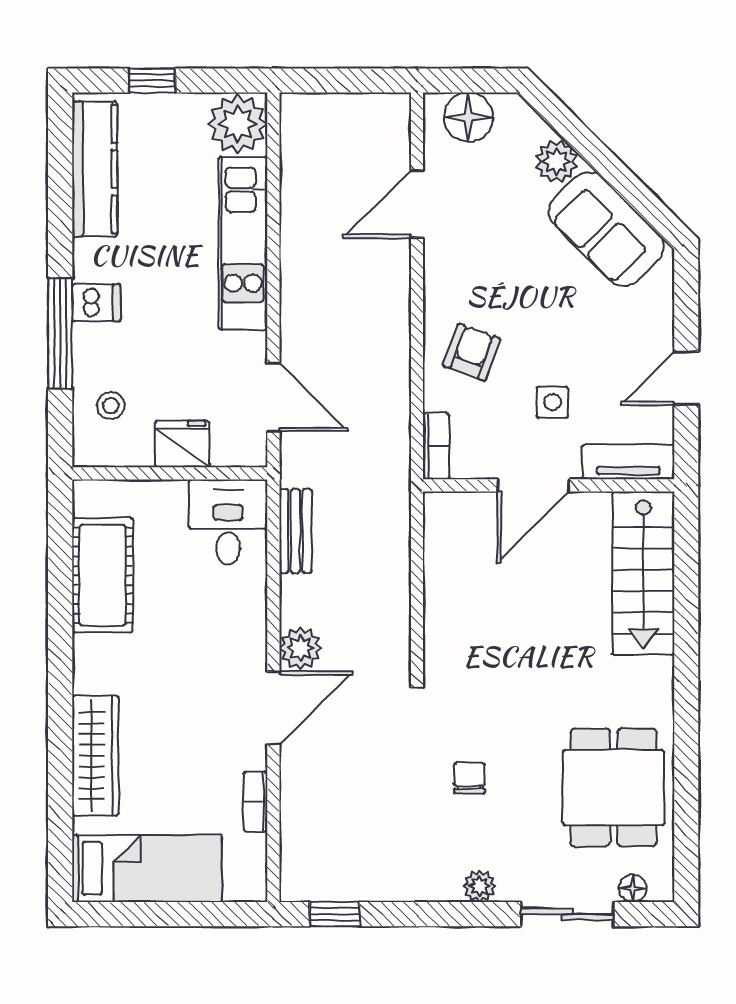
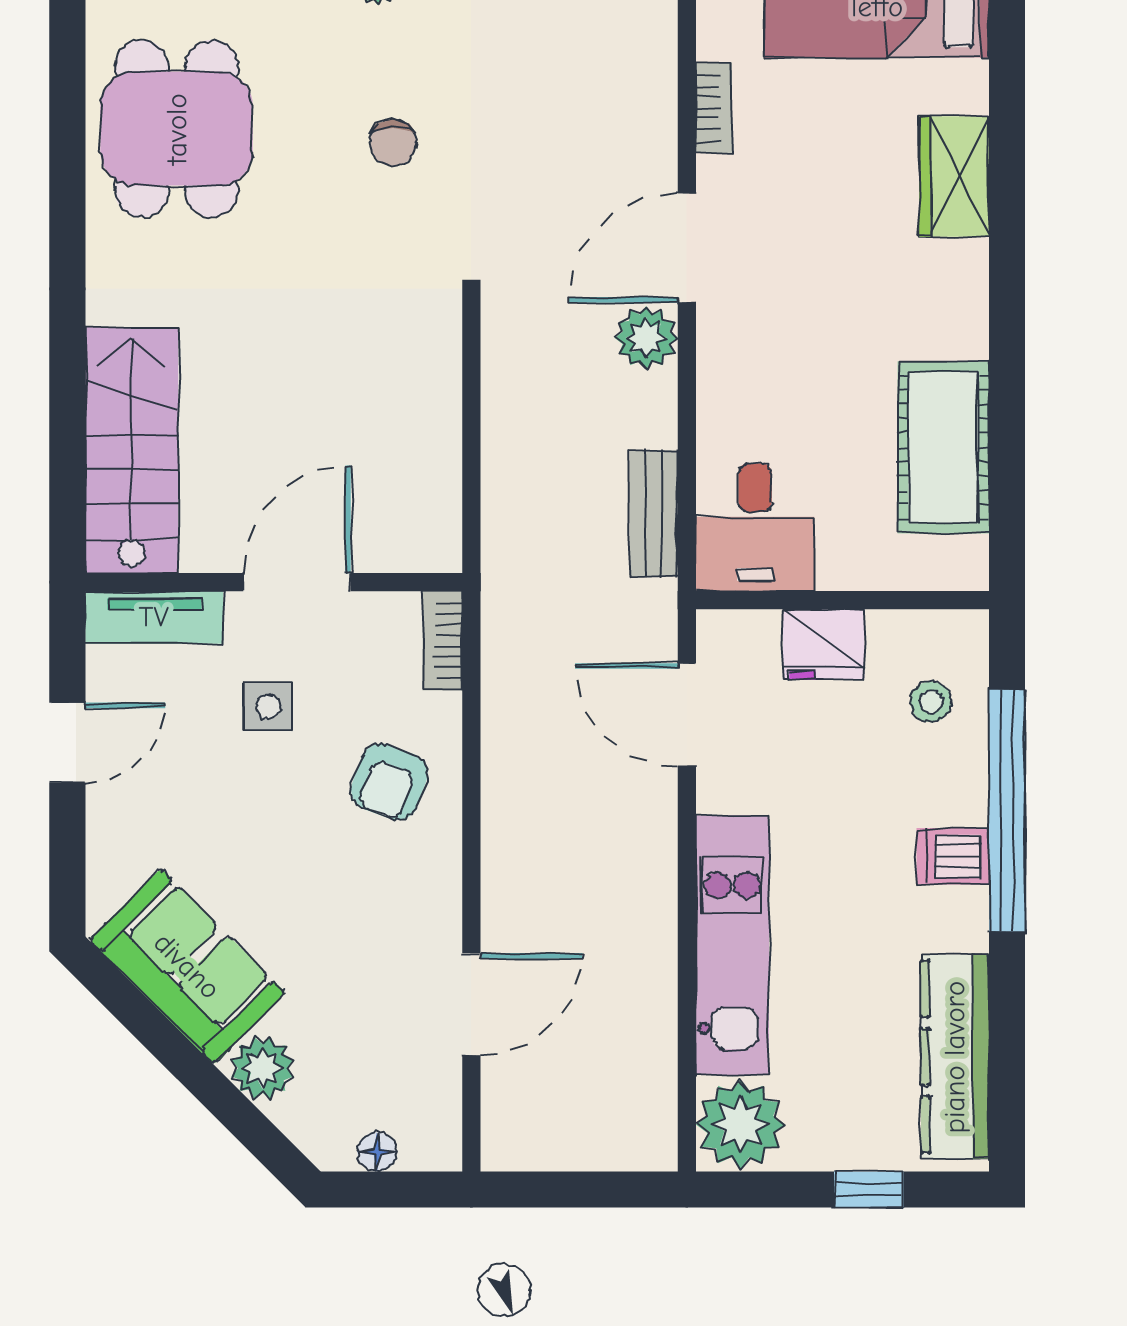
floor lamp: (468, 117) -> (377, 1152), width x0.53, depth x0.53
window: (60, 333) -> (1007, 811), width x1.46
wardrobe: (95, 756) -> (954, 176), width x0.67

